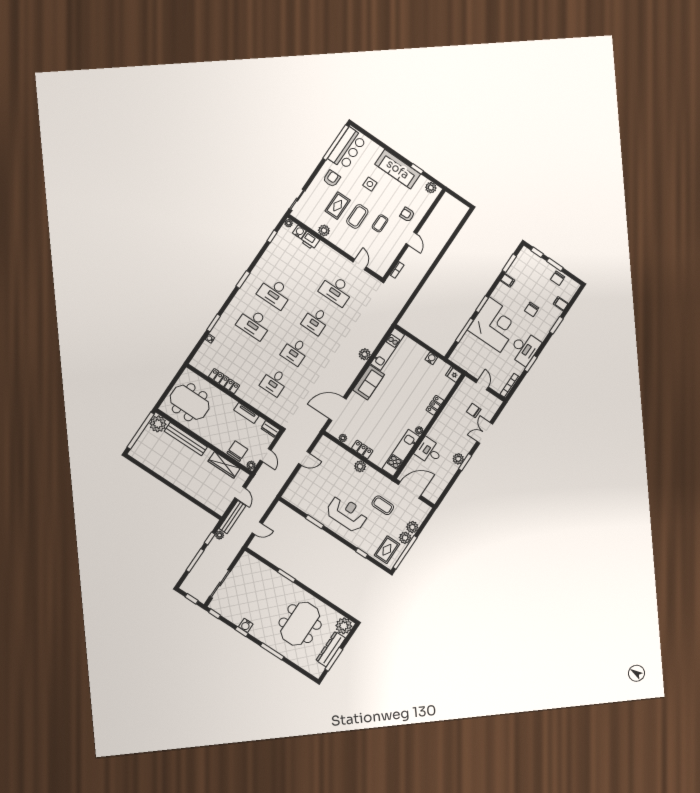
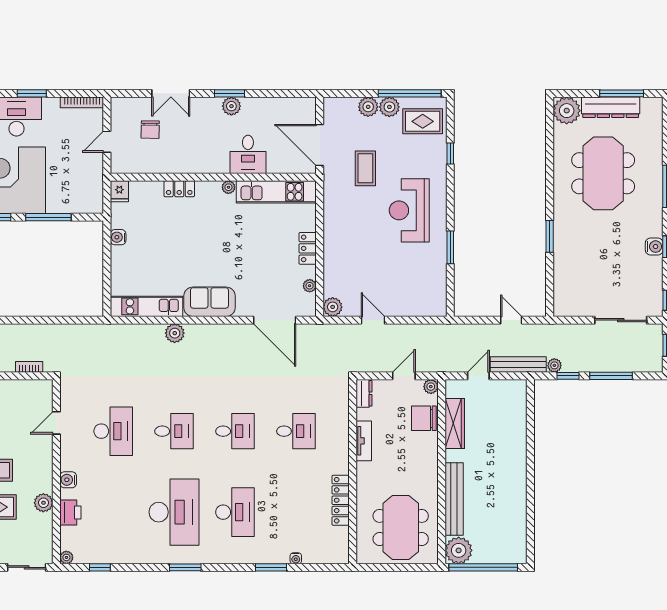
water cooler: (299, 232) -> (68, 480), moved
desk: (275, 293) -> (174, 512), width x1.36, depth x1.30
plant: (360, 466) -> (333, 307), moved
meeting table: (300, 624) -> (603, 173), turned 90

